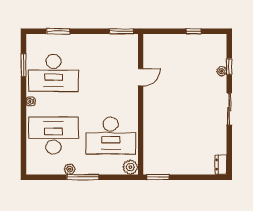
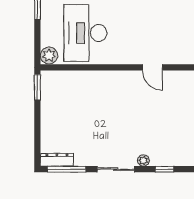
plant: (222, 71) -> (143, 160), moved
window: (229, 152) -> (67, 169), added
dresser: (221, 165) -> (57, 160), width x1.44

